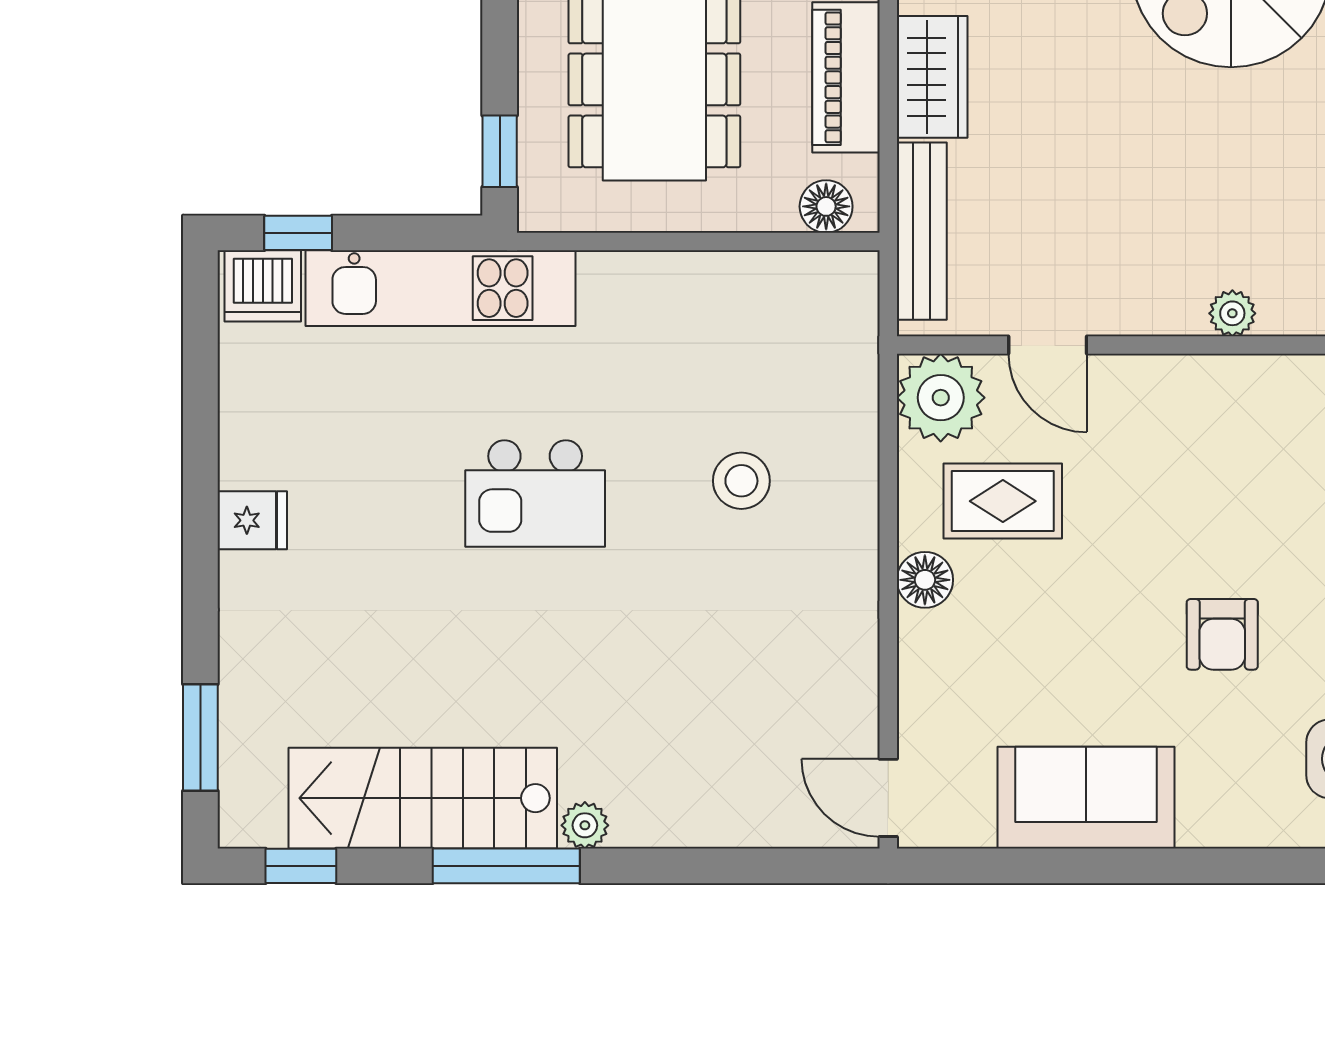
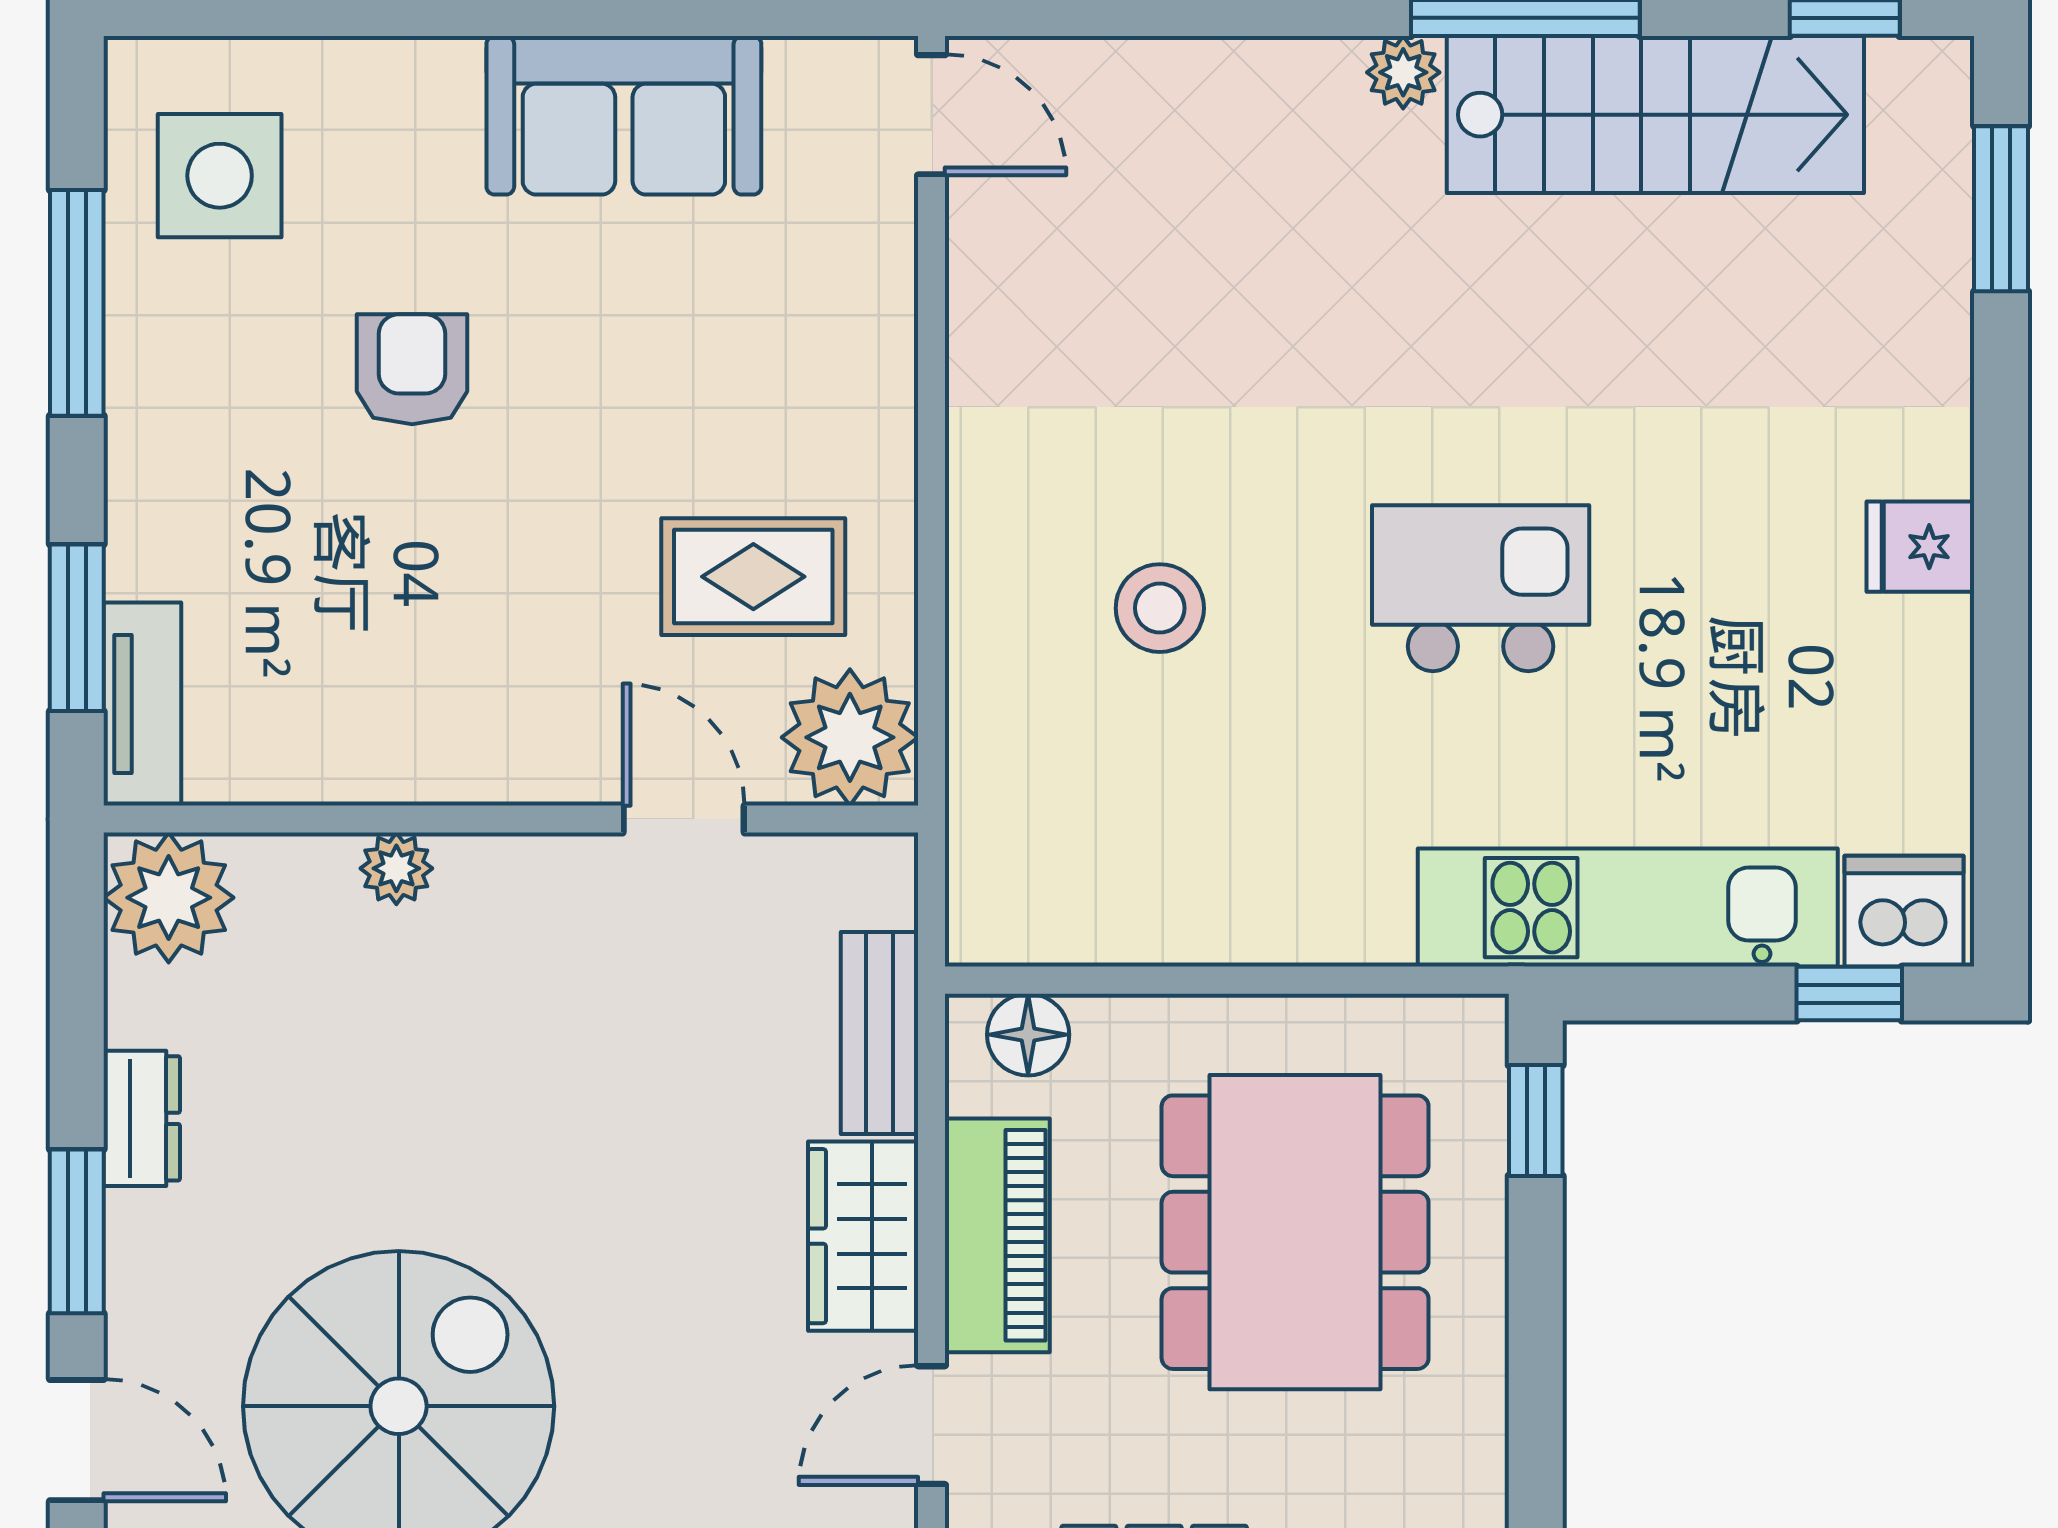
bench: (922, 231) -> (879, 1033), width x0.73
floor lamp: (925, 580) -> (874, 454), removed

